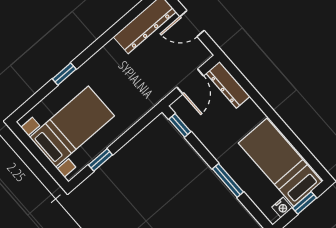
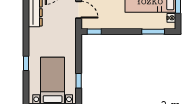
window: (228, 180) -> (153, 32), moved

